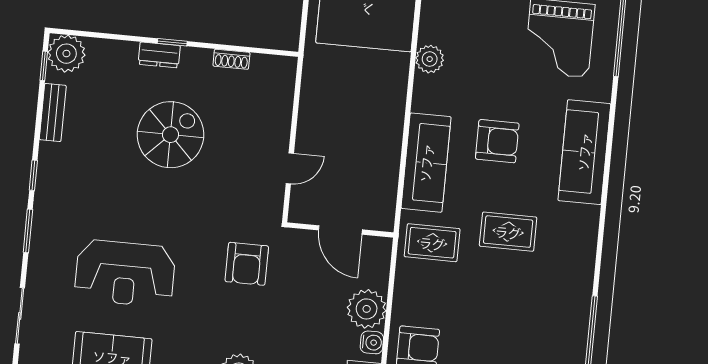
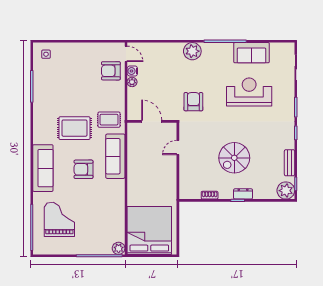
plant: (430, 59) -> (118, 204), removed
rug: (508, 232) -> (74, 128), width x1.36, depth x1.43
plant: (367, 309) -> (132, 82), width x0.53, depth x0.53

